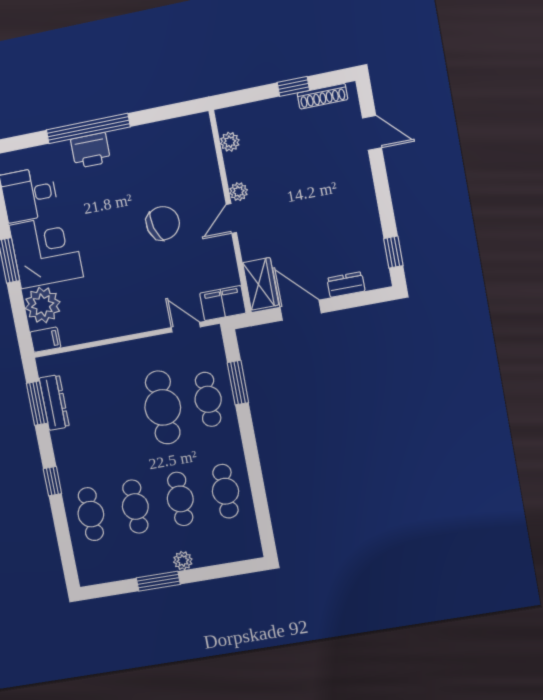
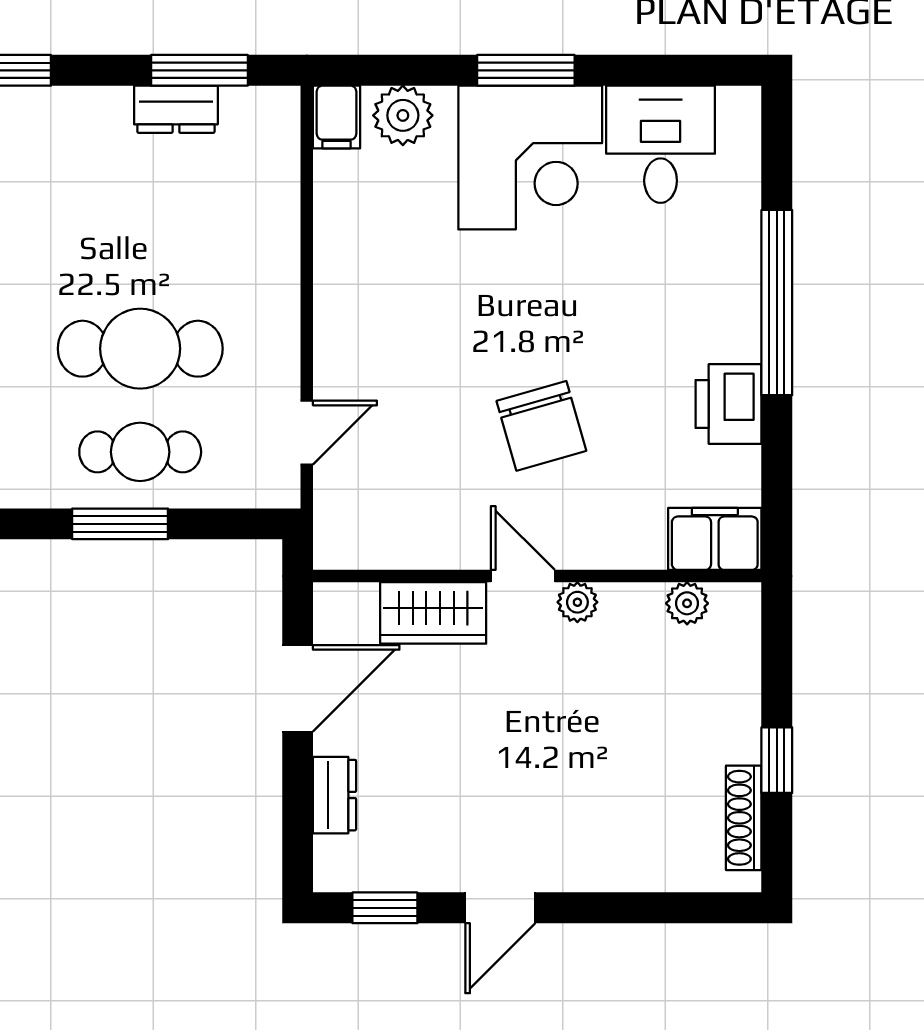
door: (372, 133) -> (500, 908), moved
printer: (91, 150) -> (728, 404), moved
wardrobe: (261, 284) -> (433, 613), moved
filing cabinet: (223, 303) -> (715, 539), moved, turned -90
plant: (43, 305) -> (403, 115), width x0.73, depth x0.73
window: (238, 383) -> (120, 524), moved
dresser: (54, 402) -> (176, 109), width x0.70

